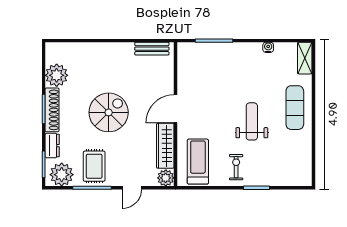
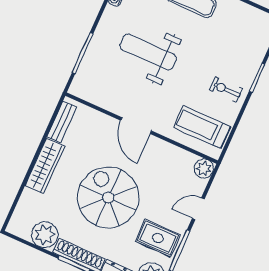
spiral stairs: (109, 112) -> (108, 198), width x1.37, depth x1.37
weight bench: (252, 121) -> (148, 52), moved, width x1.36, depth x1.33
wardrobe: (165, 146) -> (45, 166), moved, turned -90
door: (132, 188) -> (198, 209), swing flipped

